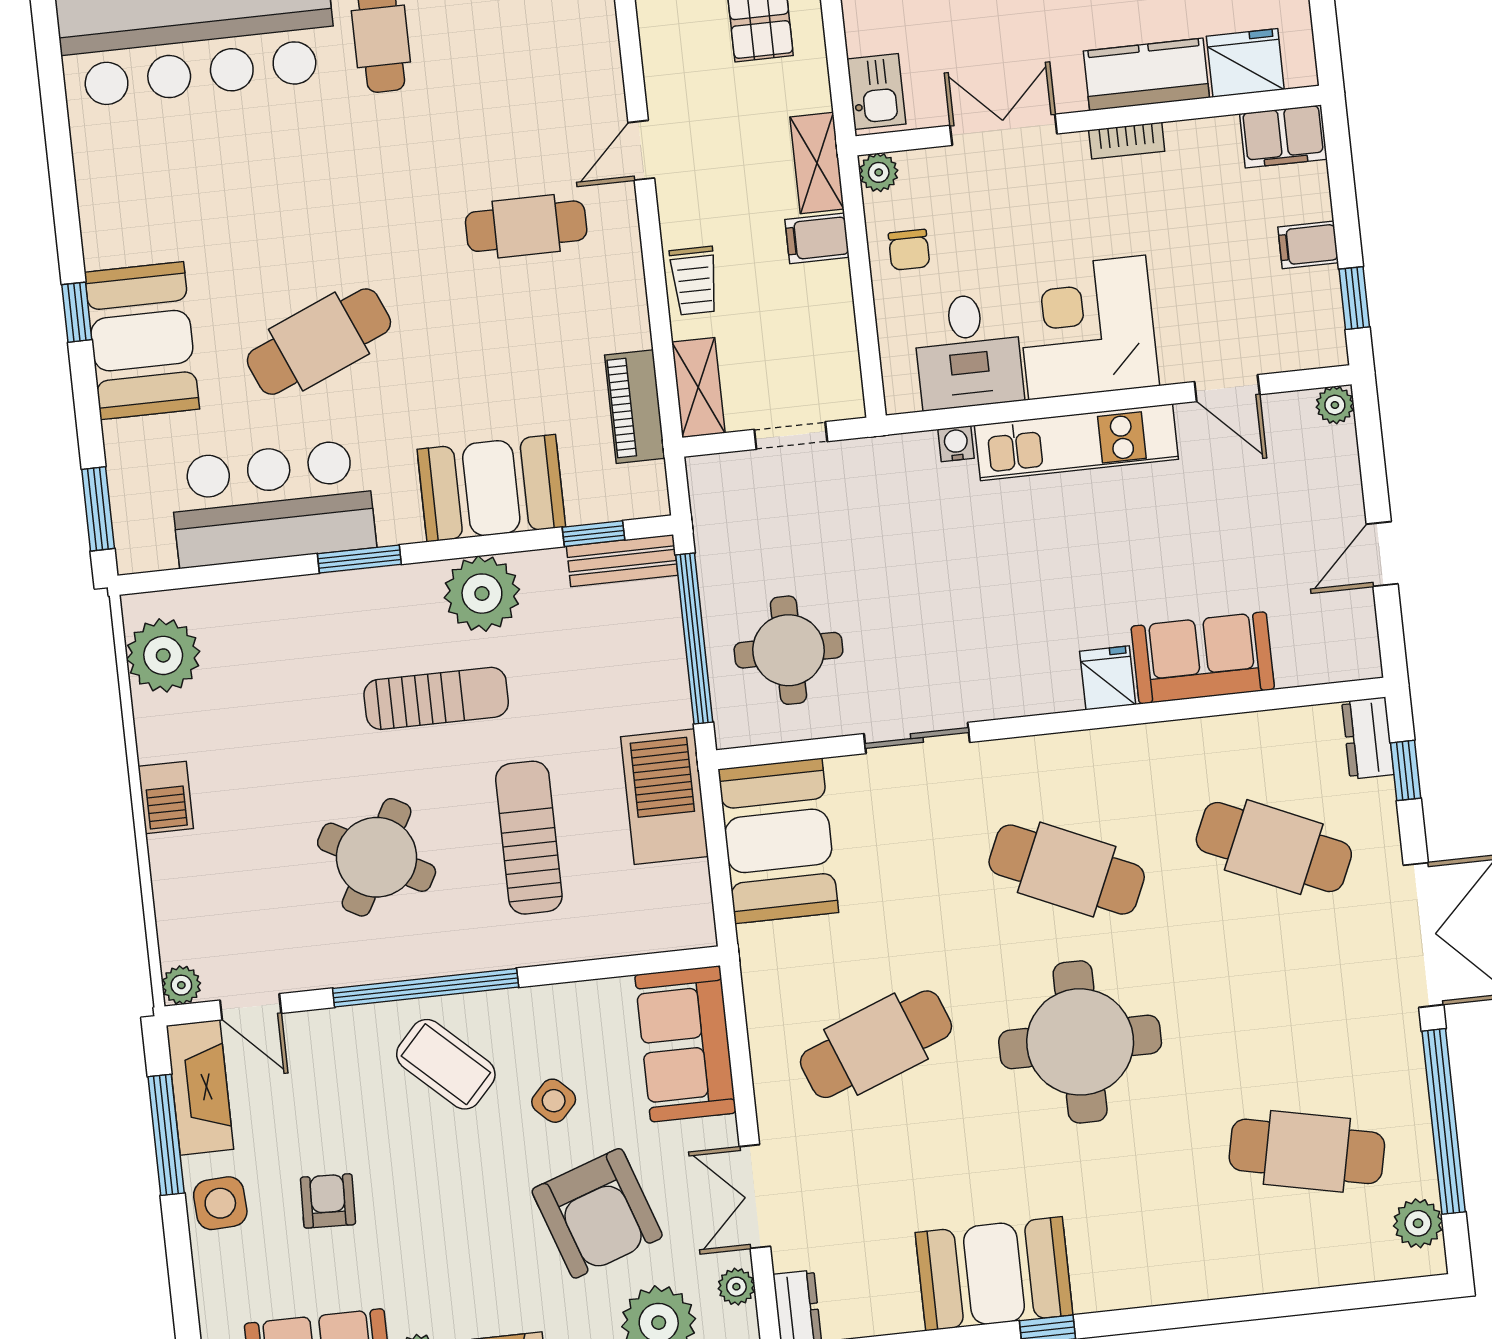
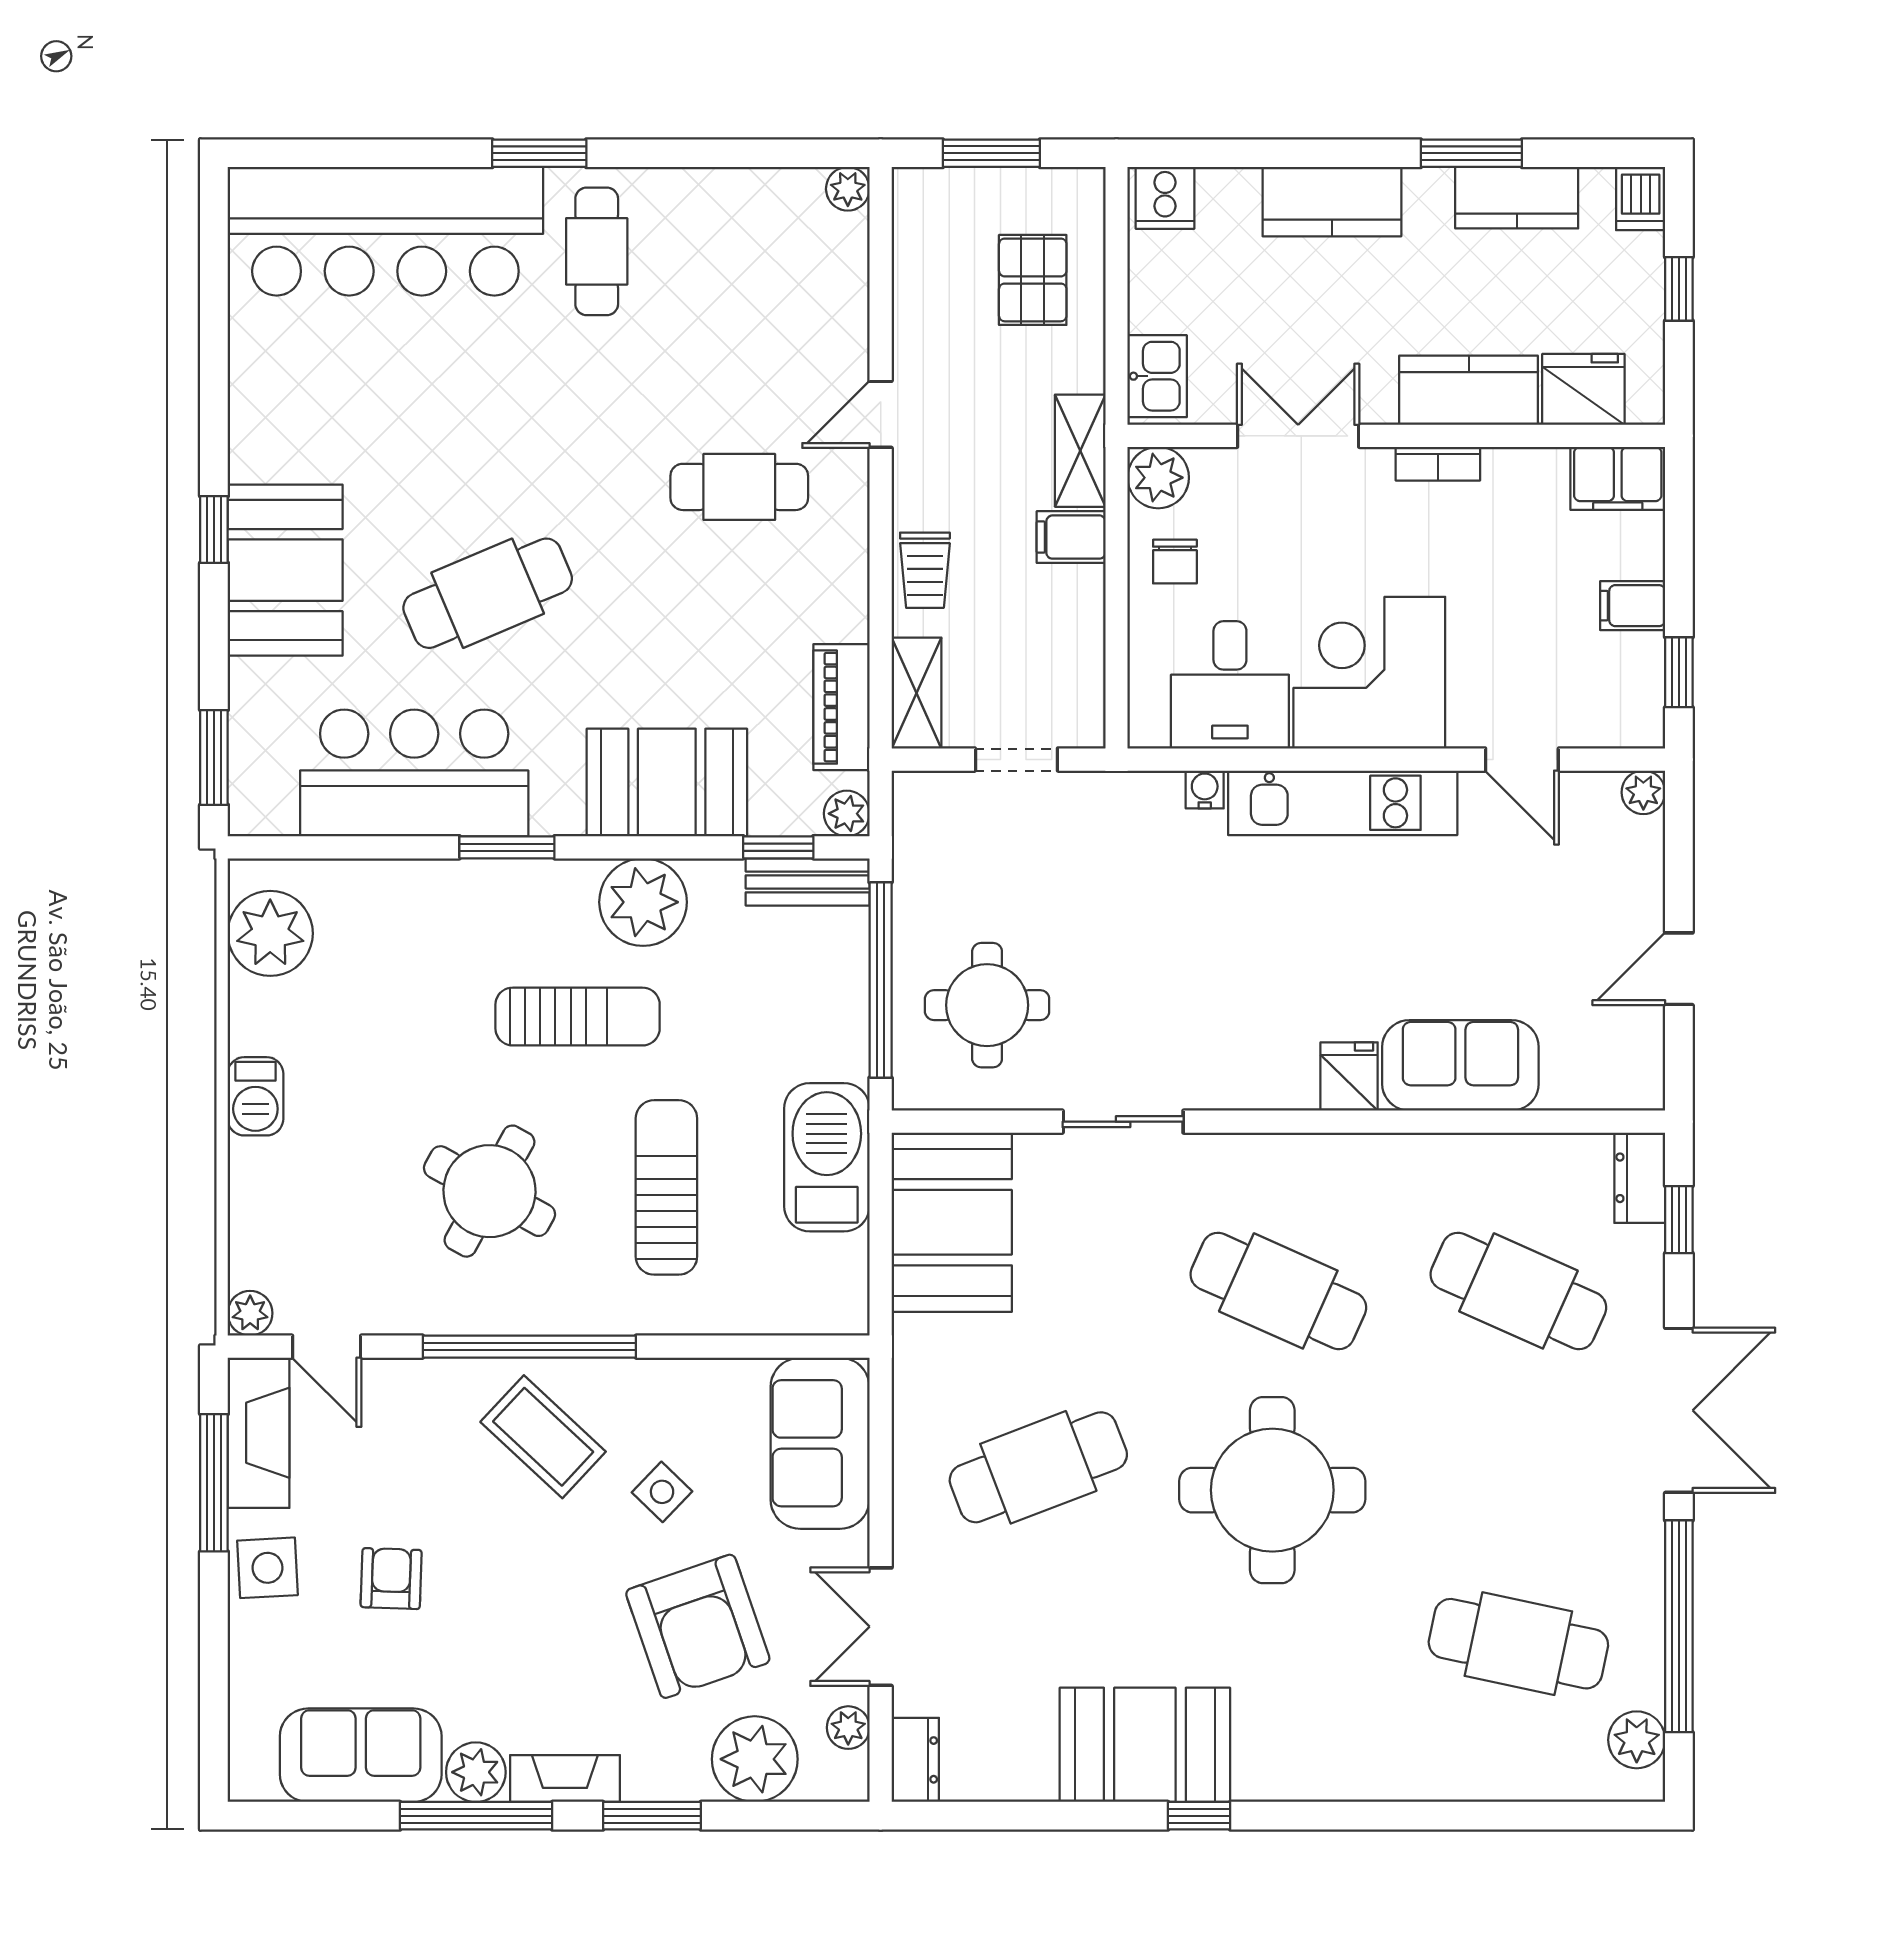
plant: (879, 172) -> (1158, 478), width x1.38, depth x1.38
plant: (649, 498) -> (847, 814), added

